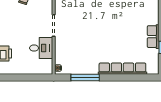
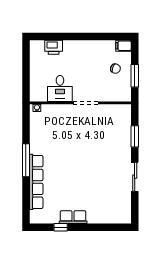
window: (85, 78) -> (26, 160), moved

